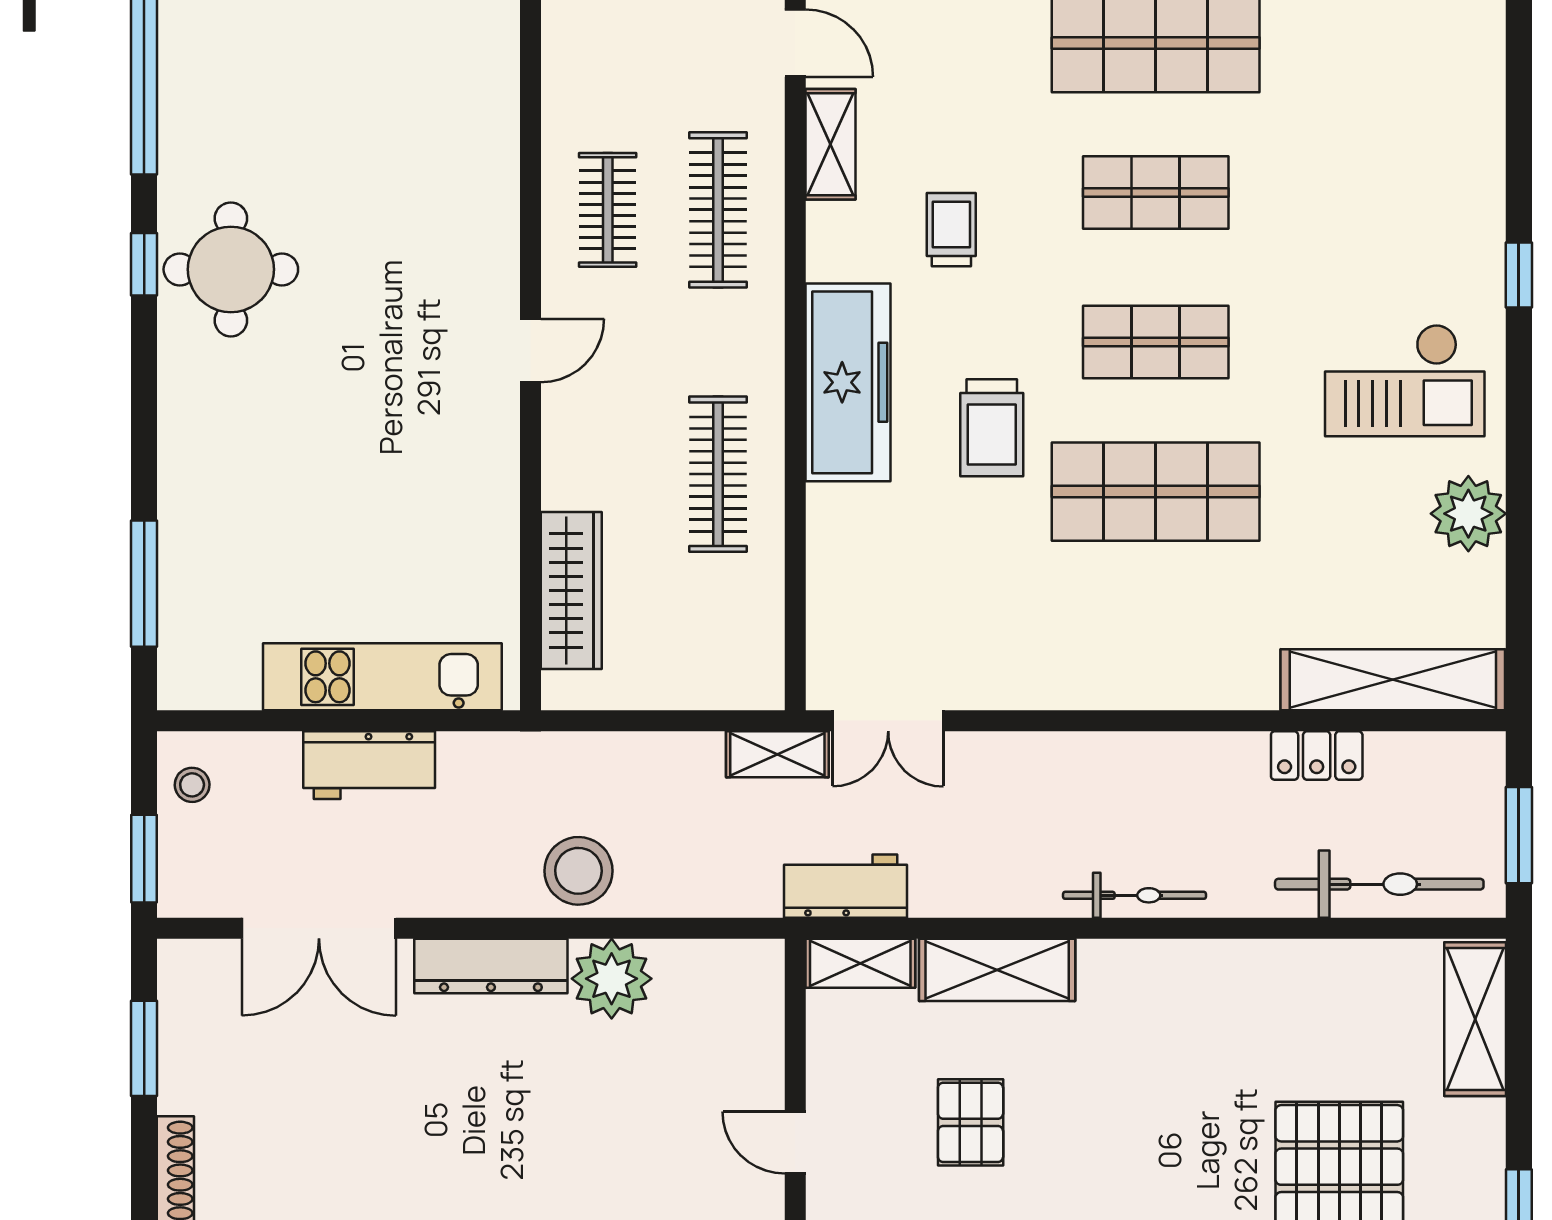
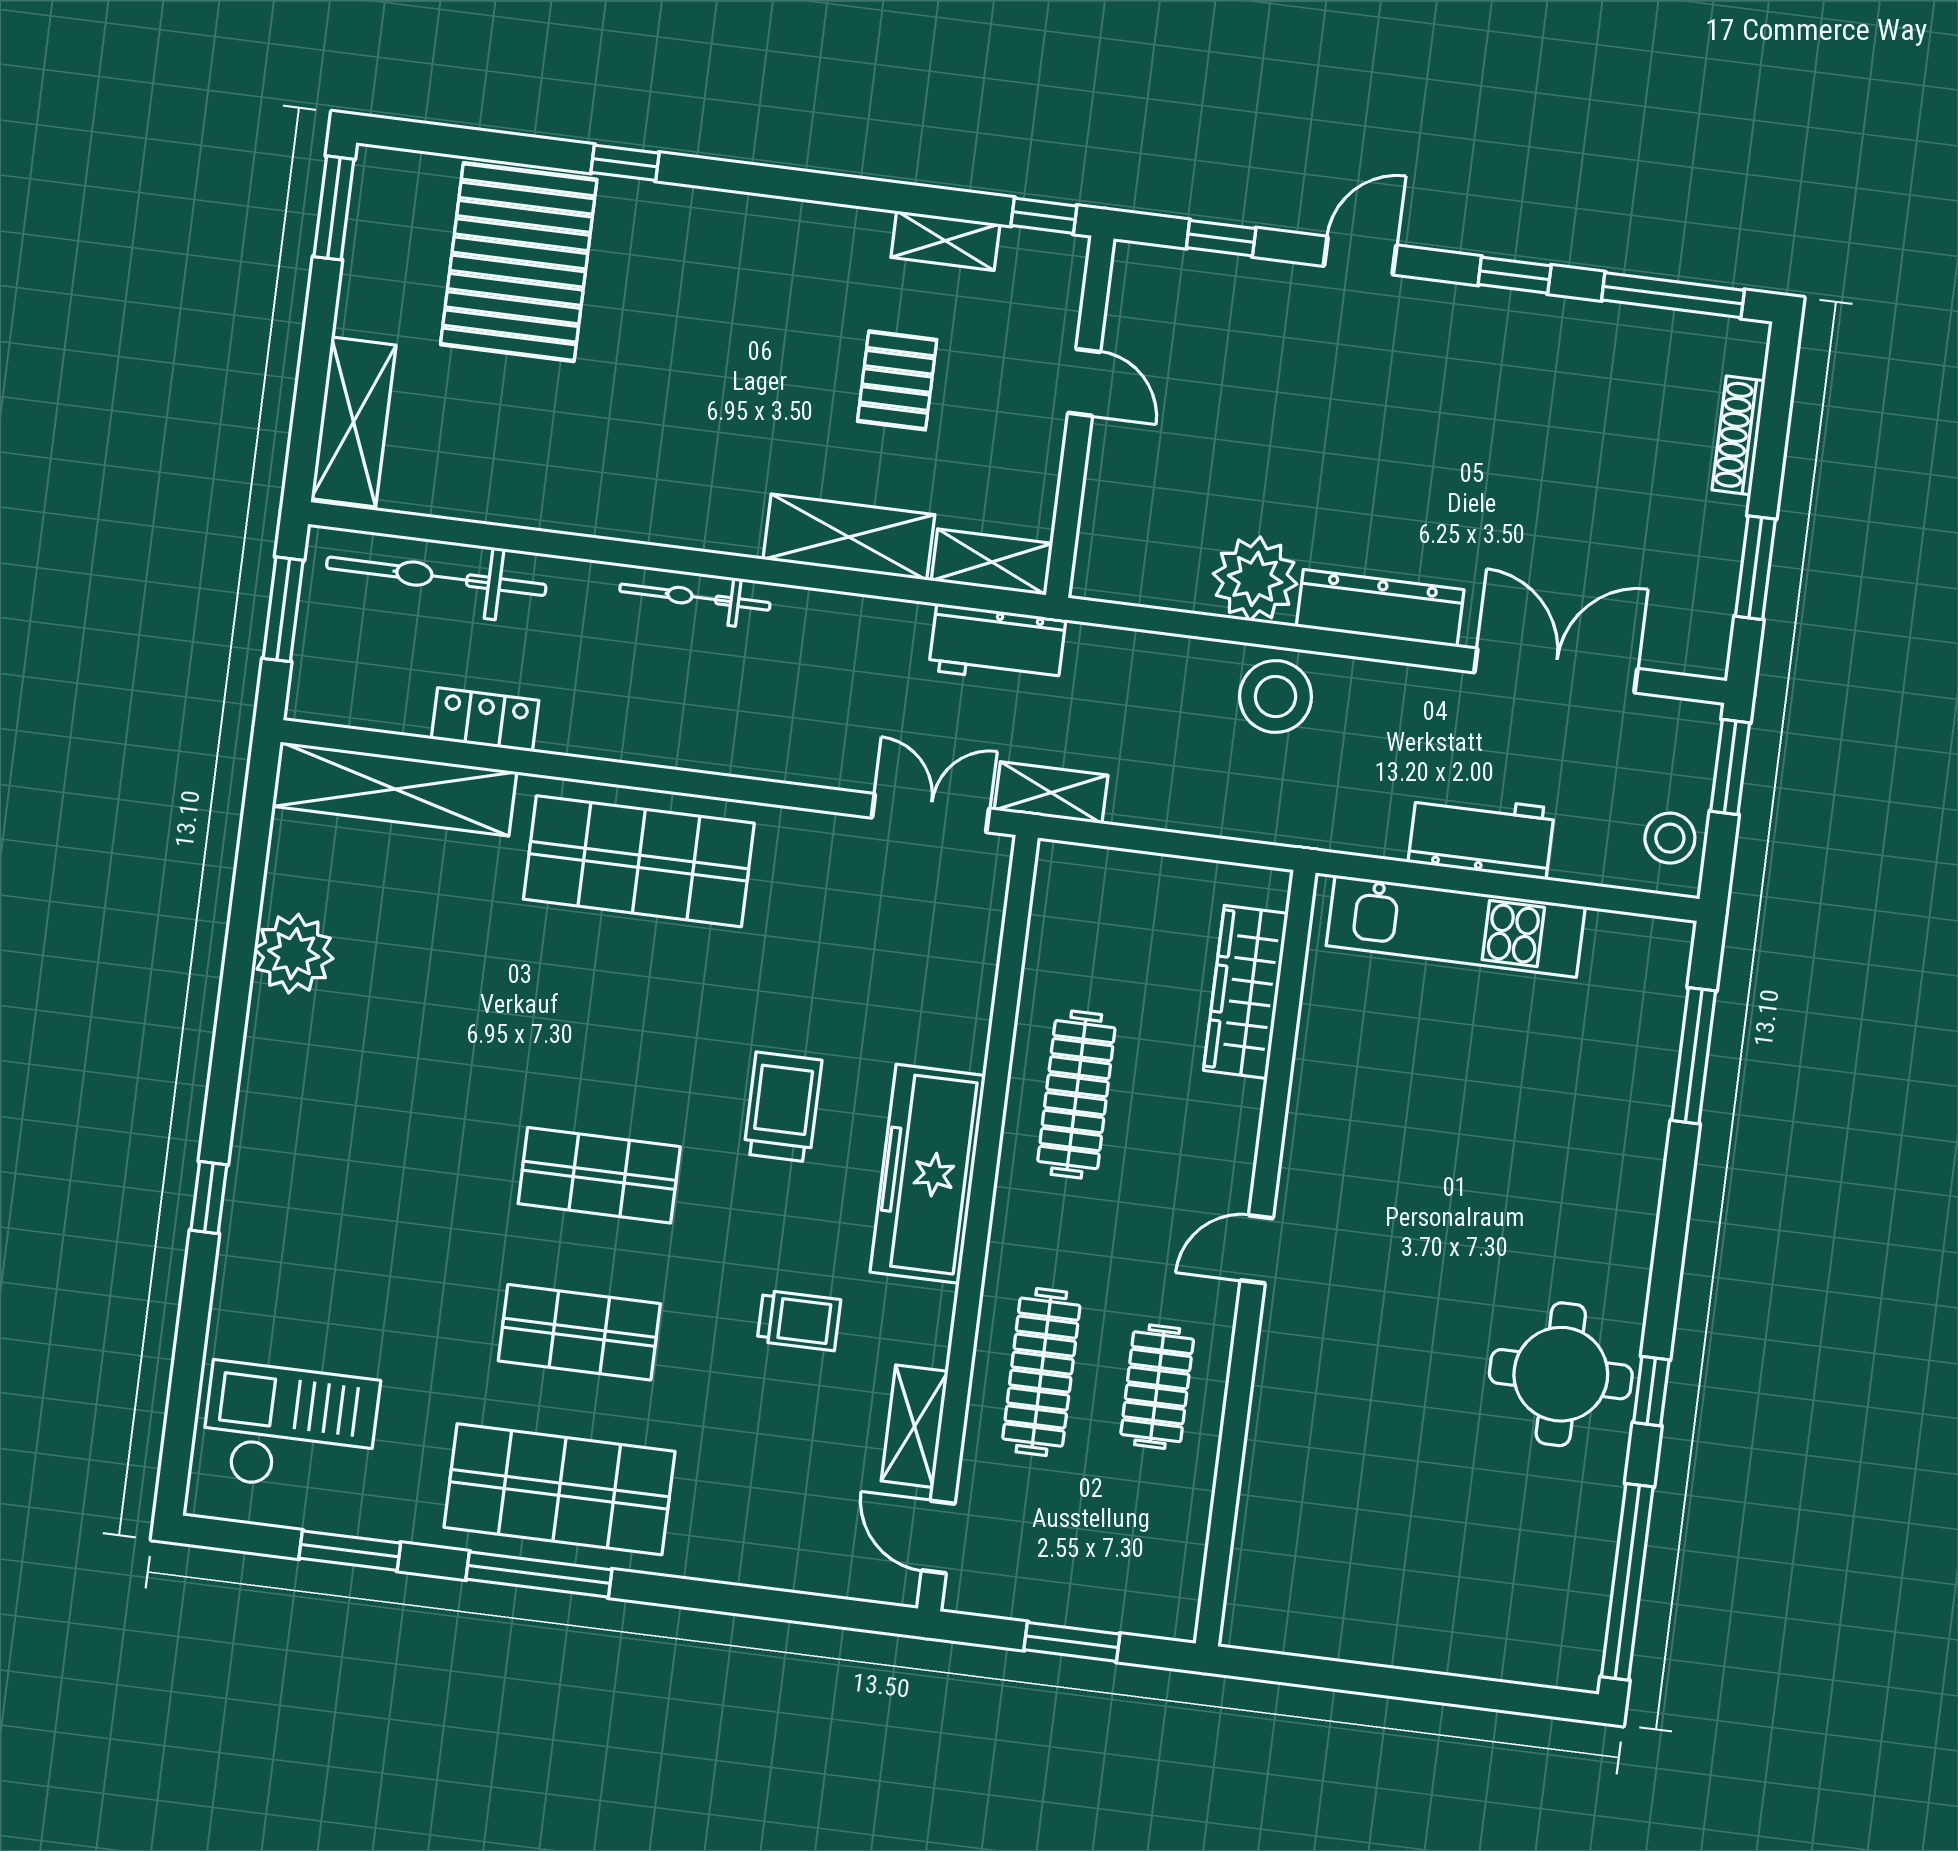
trolley: (951, 230) -> (799, 1320), turned -90
checkout: (1405, 380) -> (290, 1429), moved
shop shelf: (1156, 492) -> (639, 861), moved
stool: (192, 785) -> (1670, 838), width x1.37, depth x1.37

